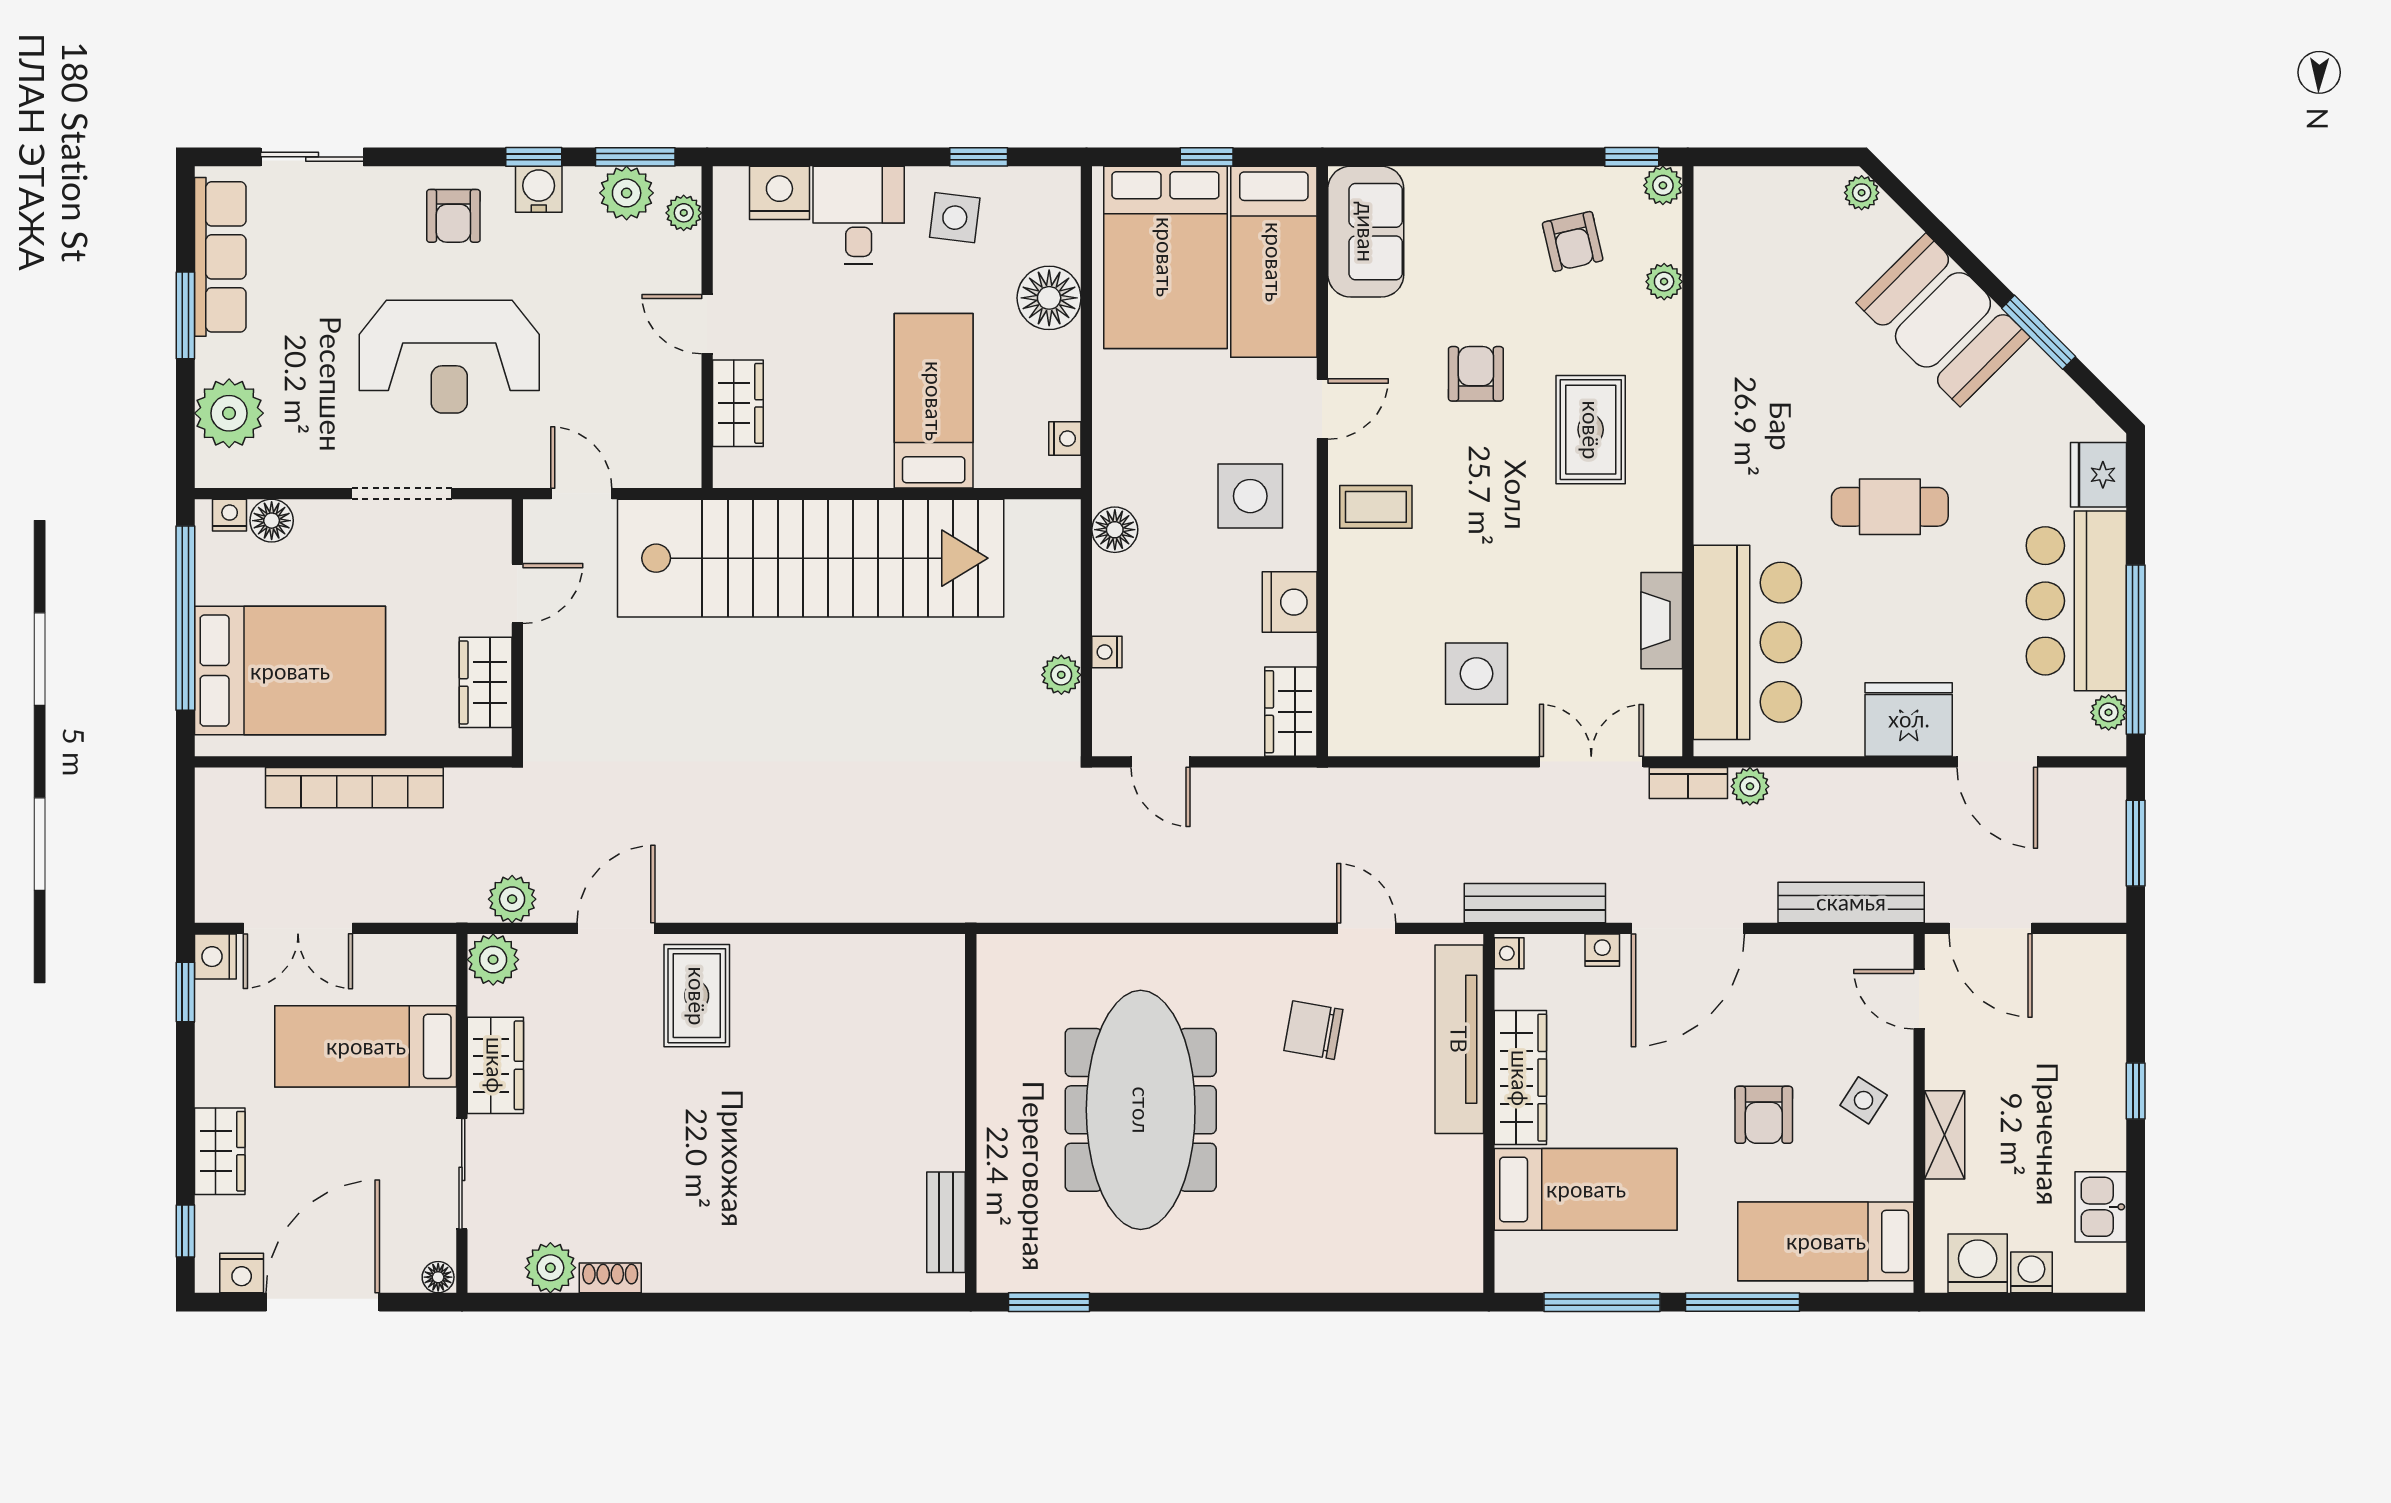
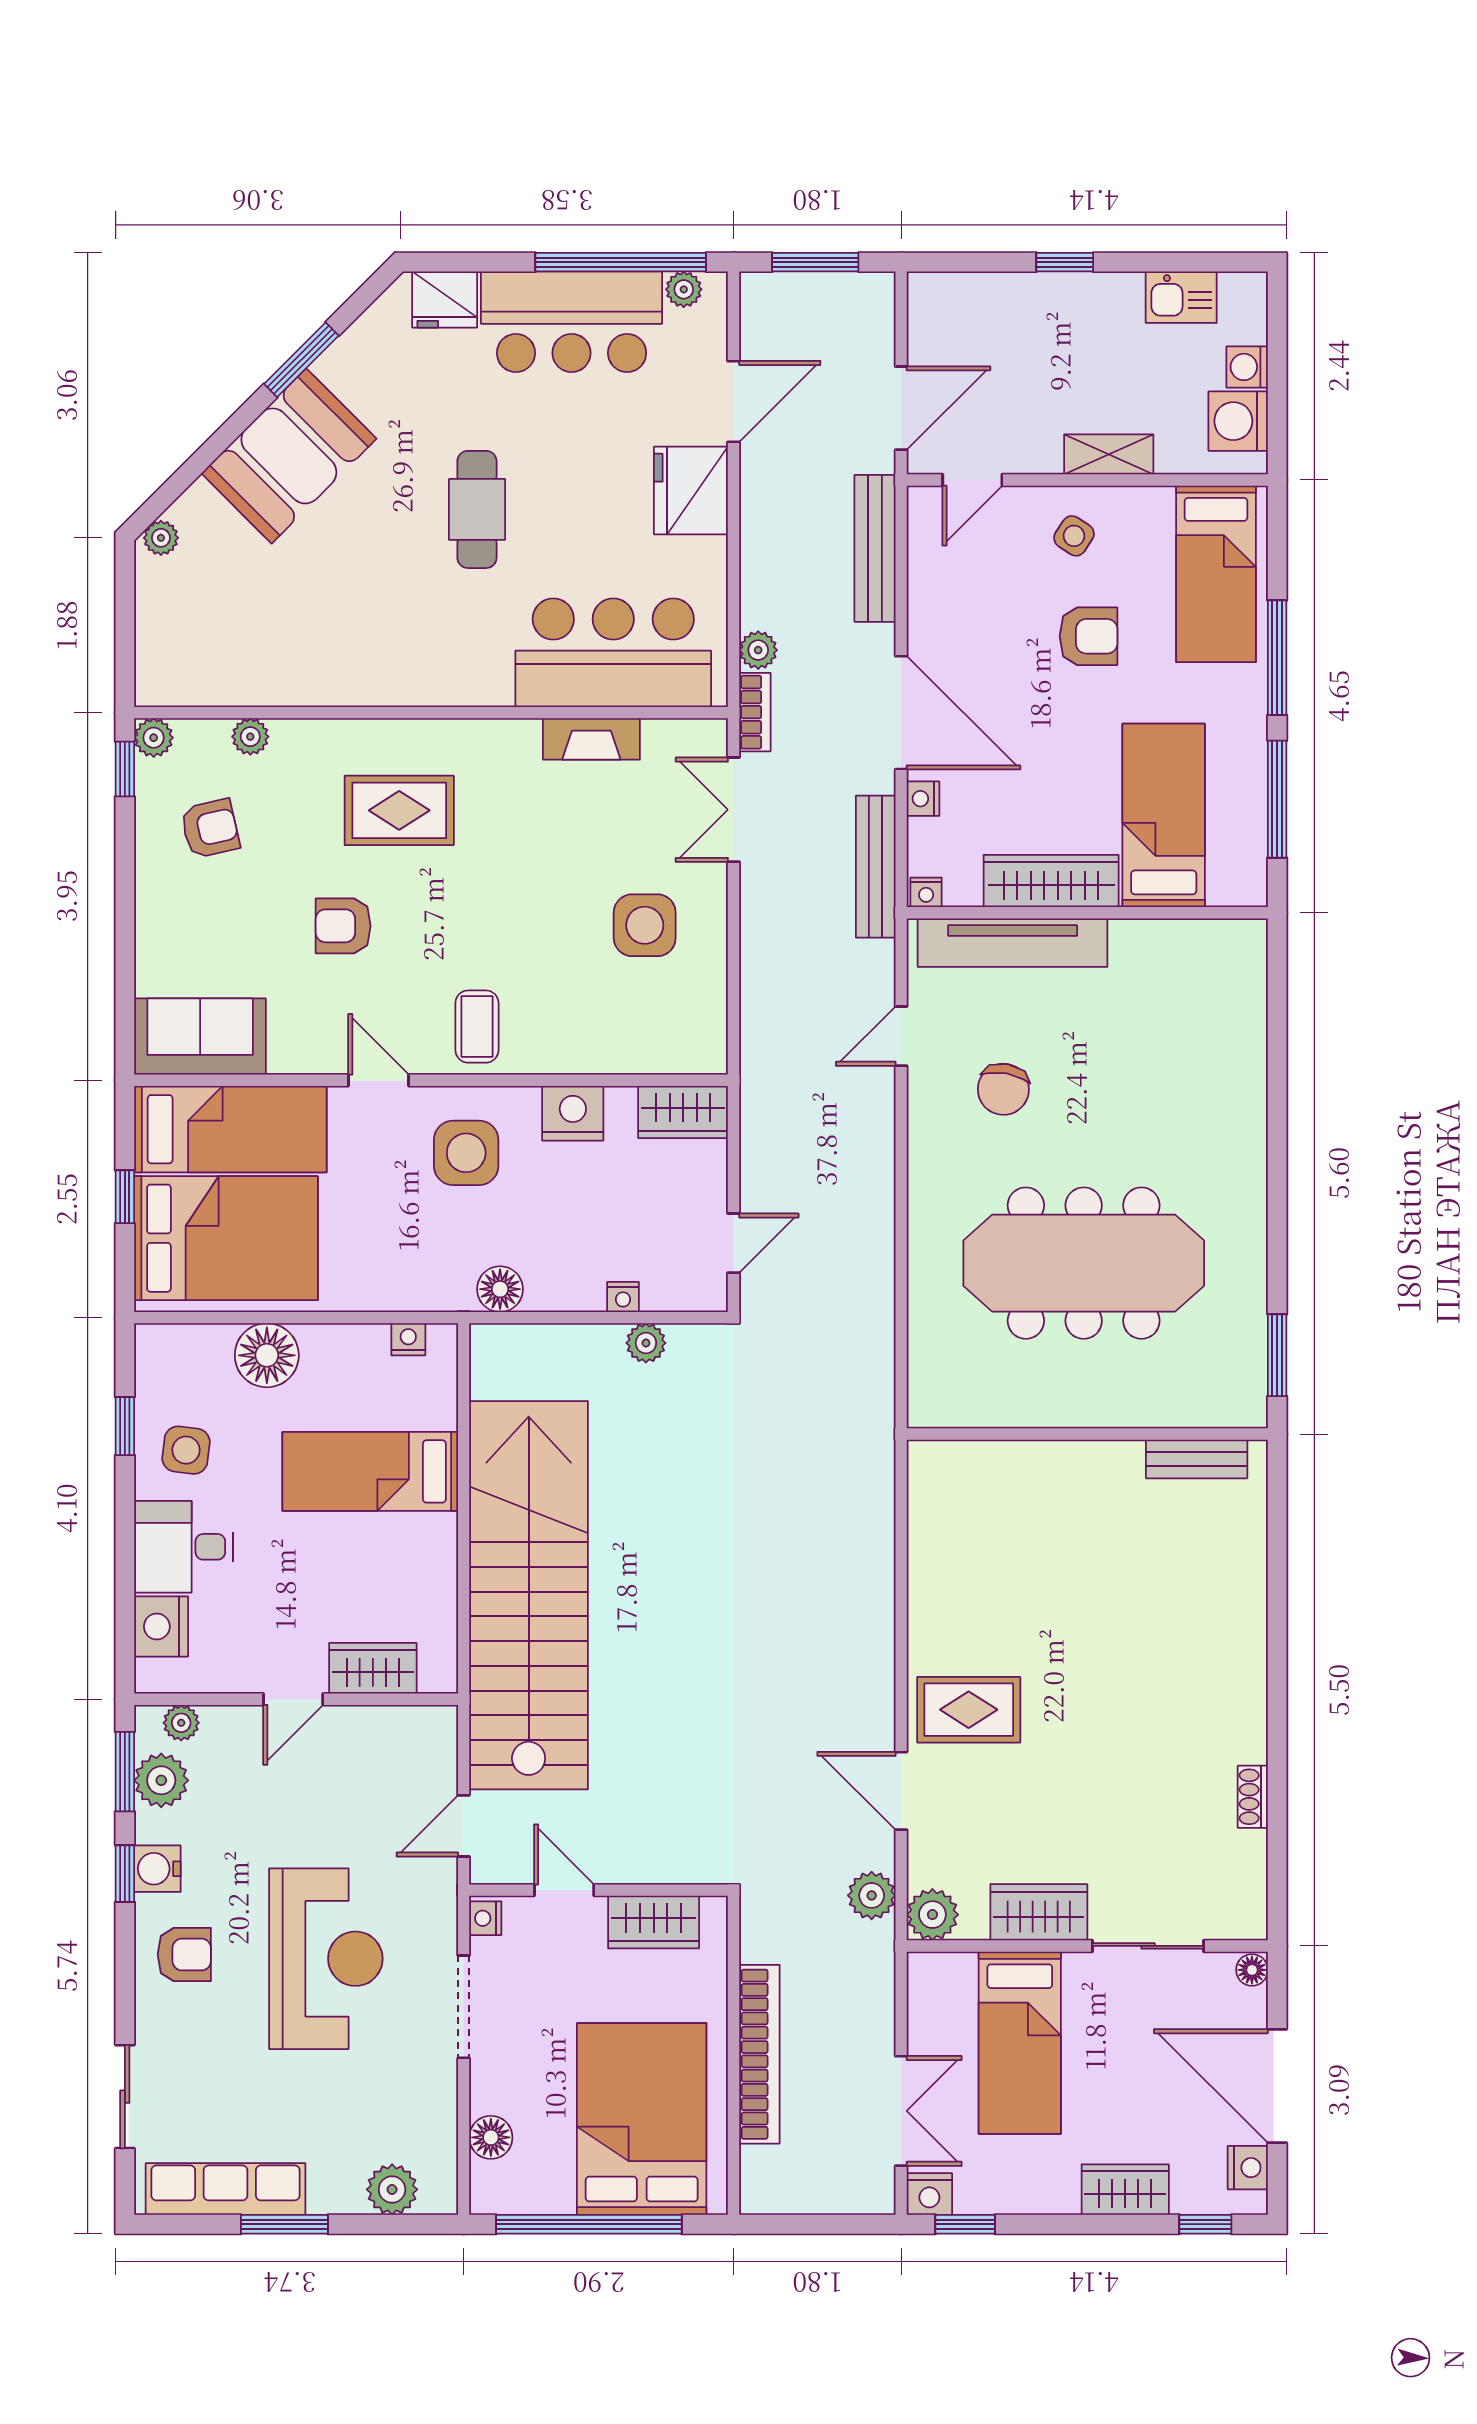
plant: (229, 413) -> (392, 2189), width x0.73, depth x0.73
nightstand: (230, 515) -> (485, 1918), moved
plant: (550, 1268) -> (1242, 1857), removed

